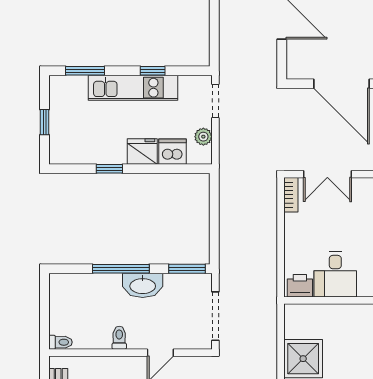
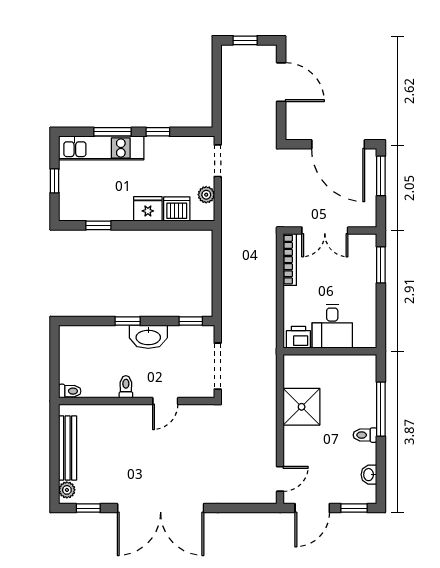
window: (85, 71) -> (113, 132), moved
kitchen unit: (133, 88) -> (101, 148), moved
window: (109, 169) -> (98, 225), moved
bookcase: (291, 195) -> (290, 260), width x1.56
window: (121, 269) -> (128, 321), width x0.46
window: (187, 269) -> (191, 321), width x0.67

